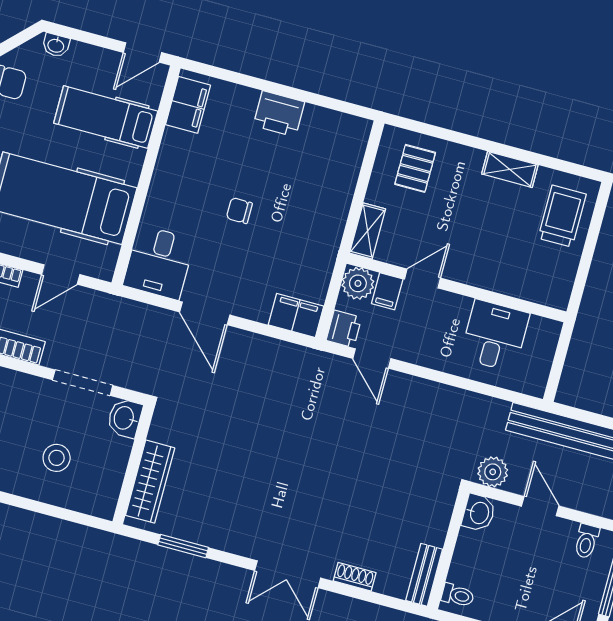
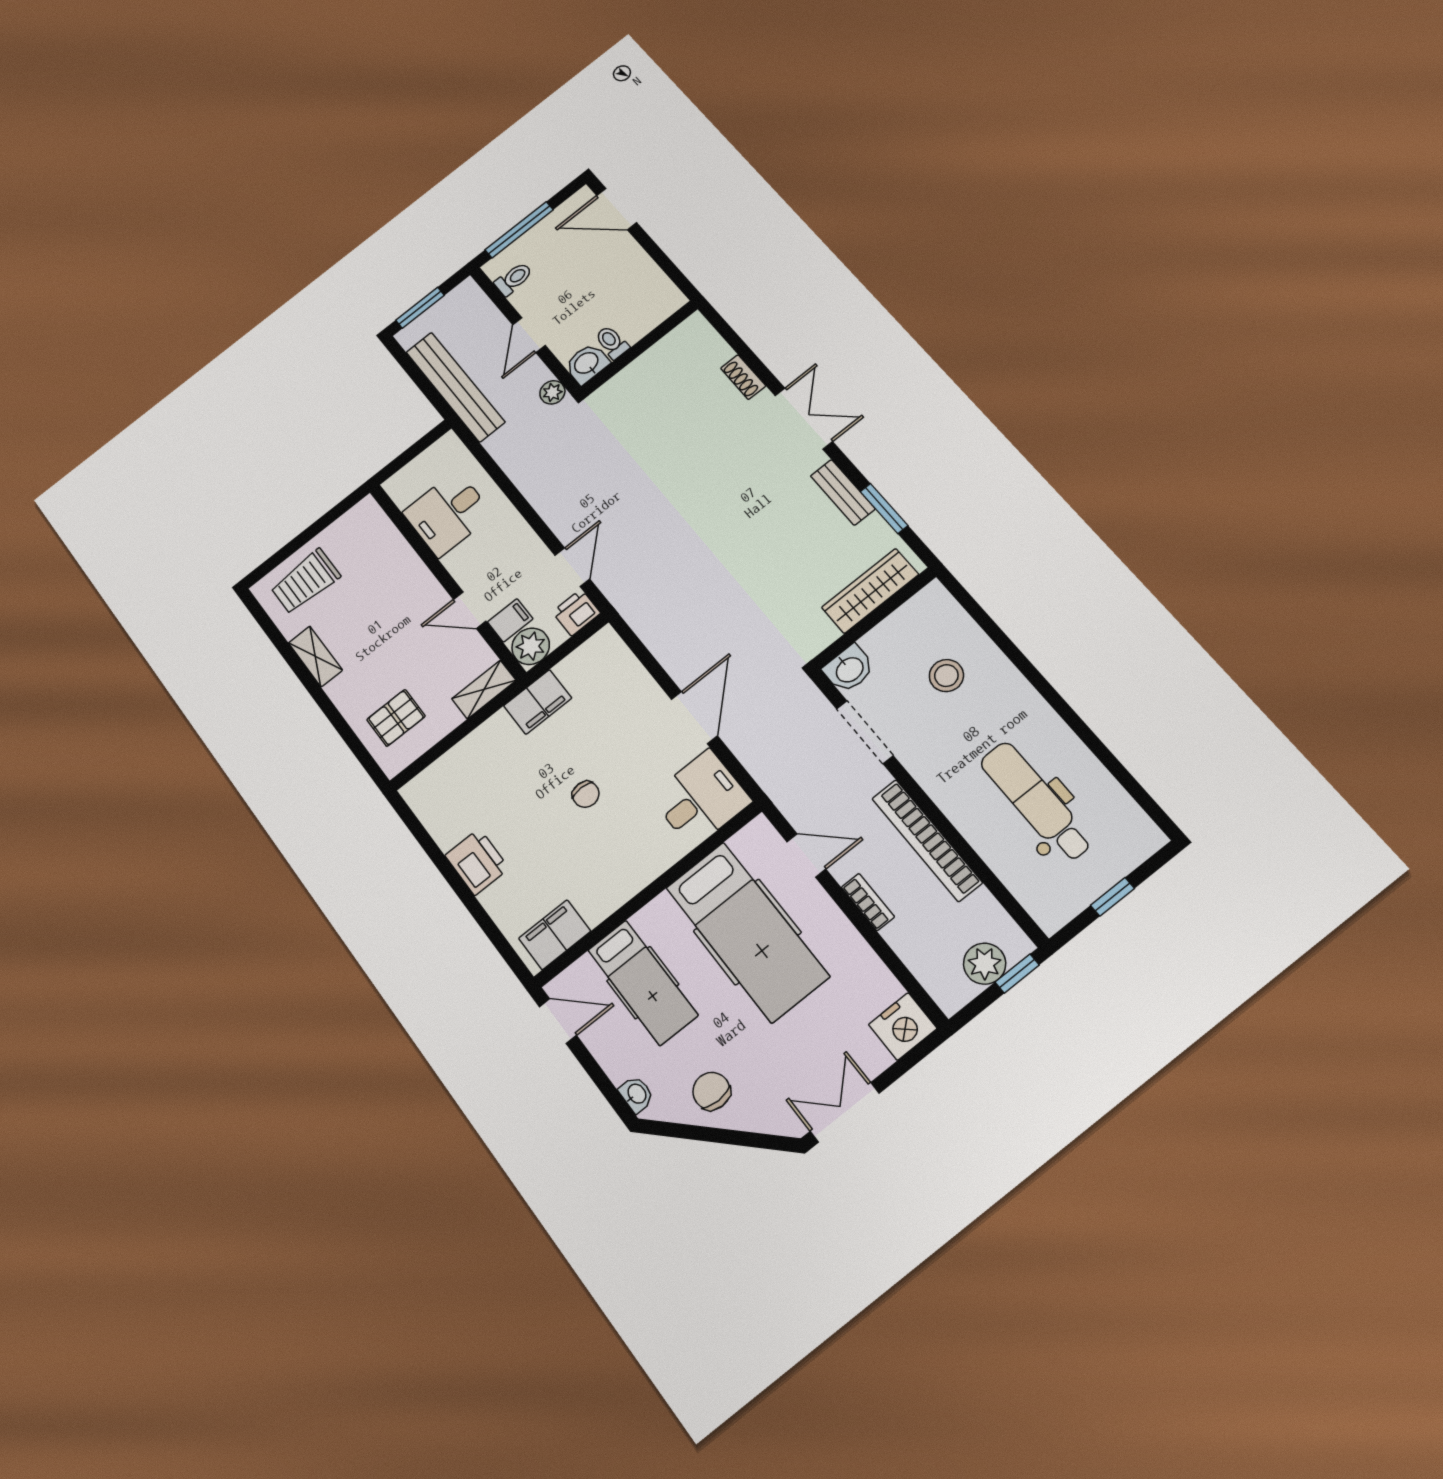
filing cabinet: (296, 315) -> (538, 702), moved, turned -90
plant: (493, 472) -> (552, 392), width x0.73, depth x0.73
bench: (424, 575) -> (843, 492), moved, turned 90
toilet: (458, 595) -> (612, 342), moved

